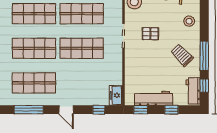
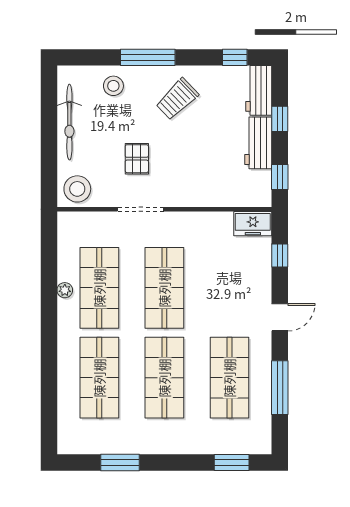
window: (204, 56) -> (148, 57), moved
workbench: (193, 91) -> (259, 90), moved, turned 90
workbench: (154, 98) -> (258, 143), width x0.73

